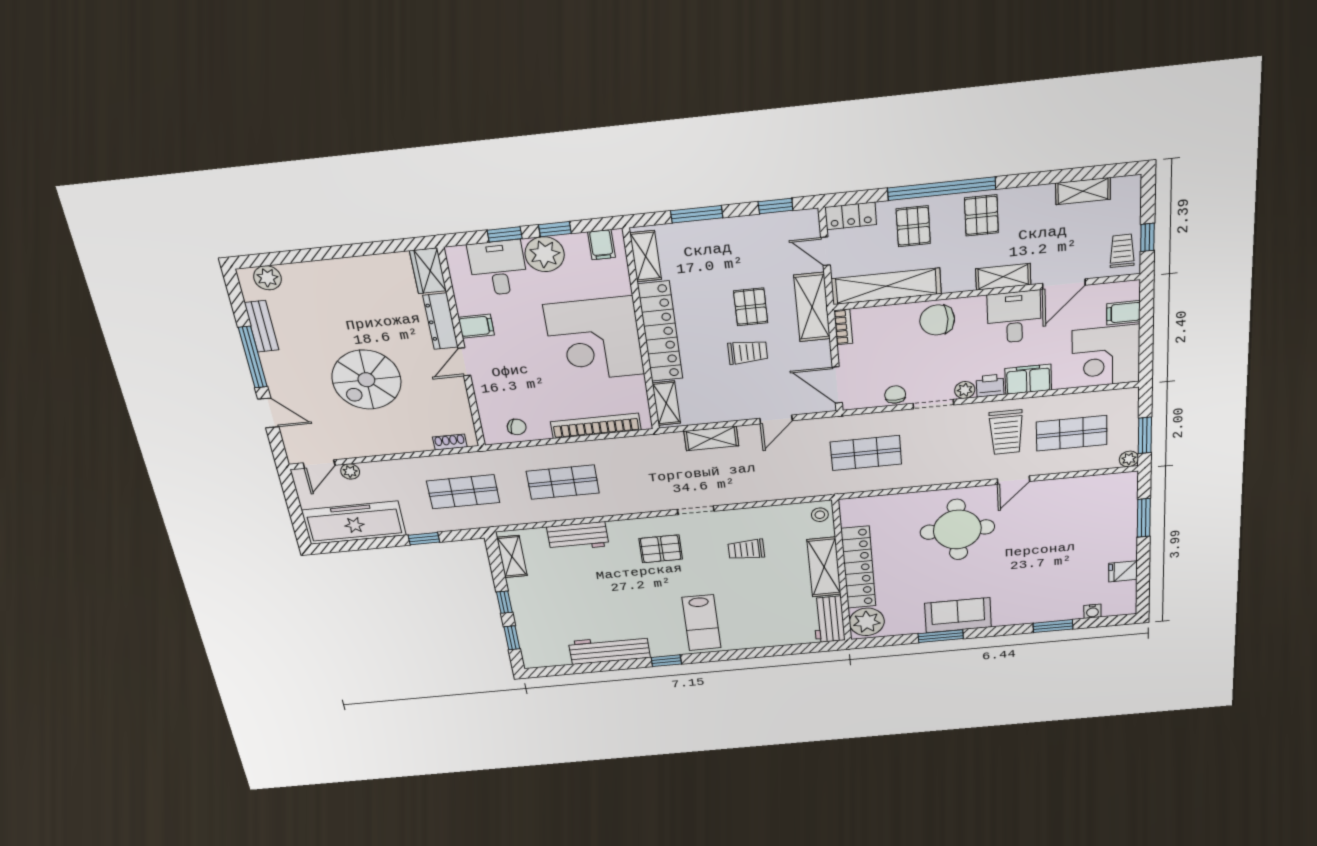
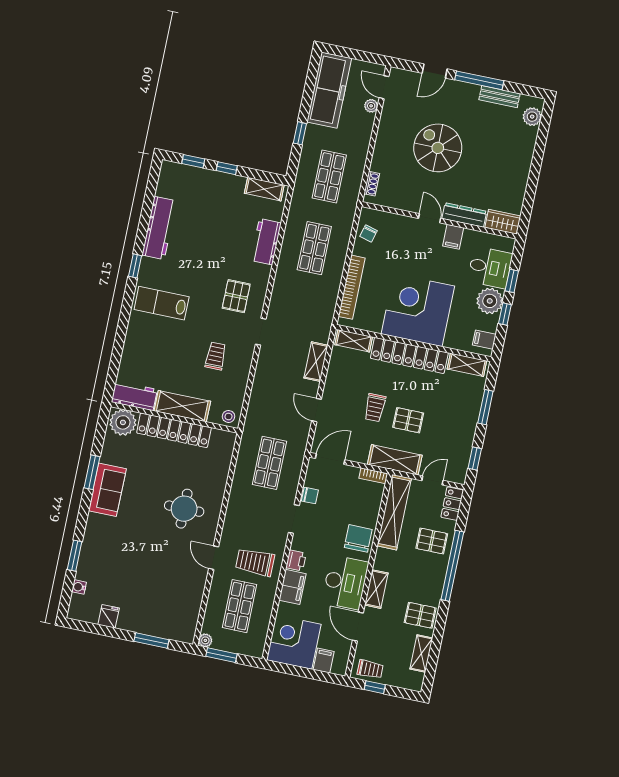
pallet: (981, 215) -> (420, 615), moved
desk: (1014, 317) -> (345, 582), width x1.37
plant: (965, 390) -> (298, 543), removed
round table: (957, 530) -> (184, 509), width x0.73, depth x0.73

